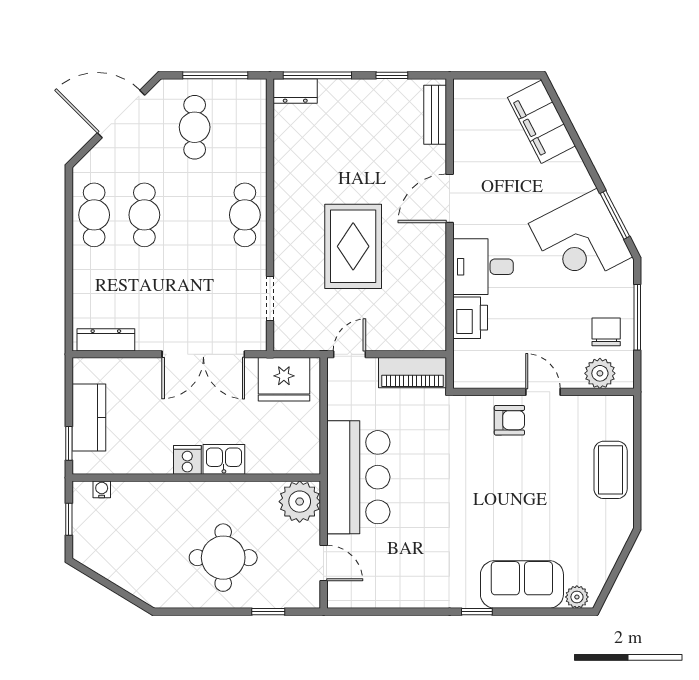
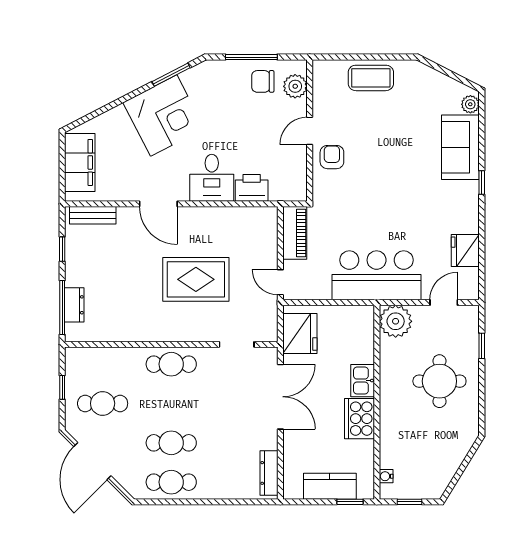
window: (215, 75) -> (62, 387), width x0.46
dresser: (295, 91) -> (74, 305), moved
filing cabinet: (541, 122) -> (80, 162), moved, turned -63
corner desk: (581, 240) -> (164, 115), moved
cooker: (187, 460) -> (359, 419), width x1.87, depth x1.31
fridge: (390, 591) -> (465, 251), added

